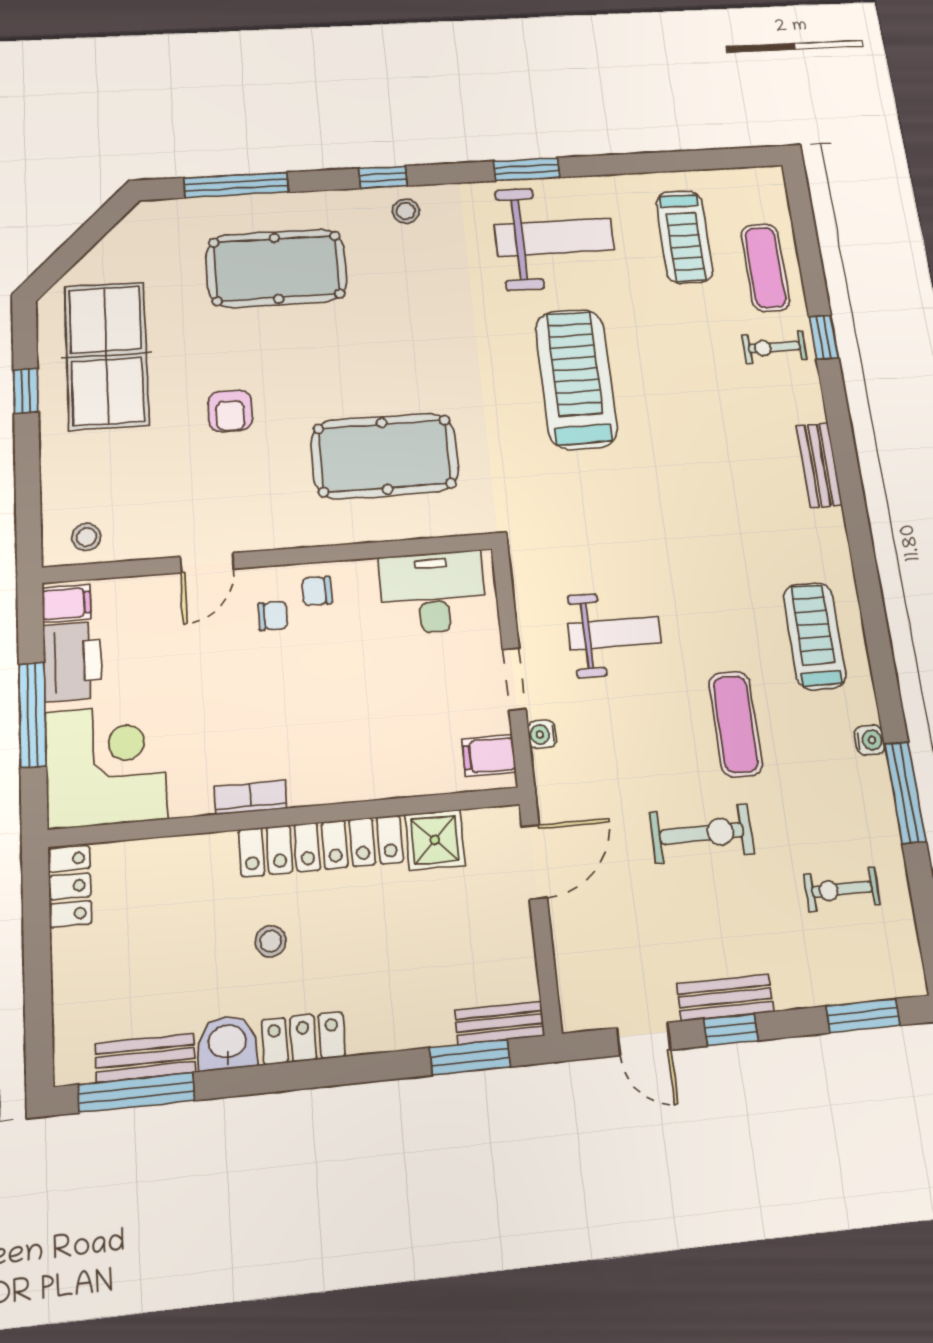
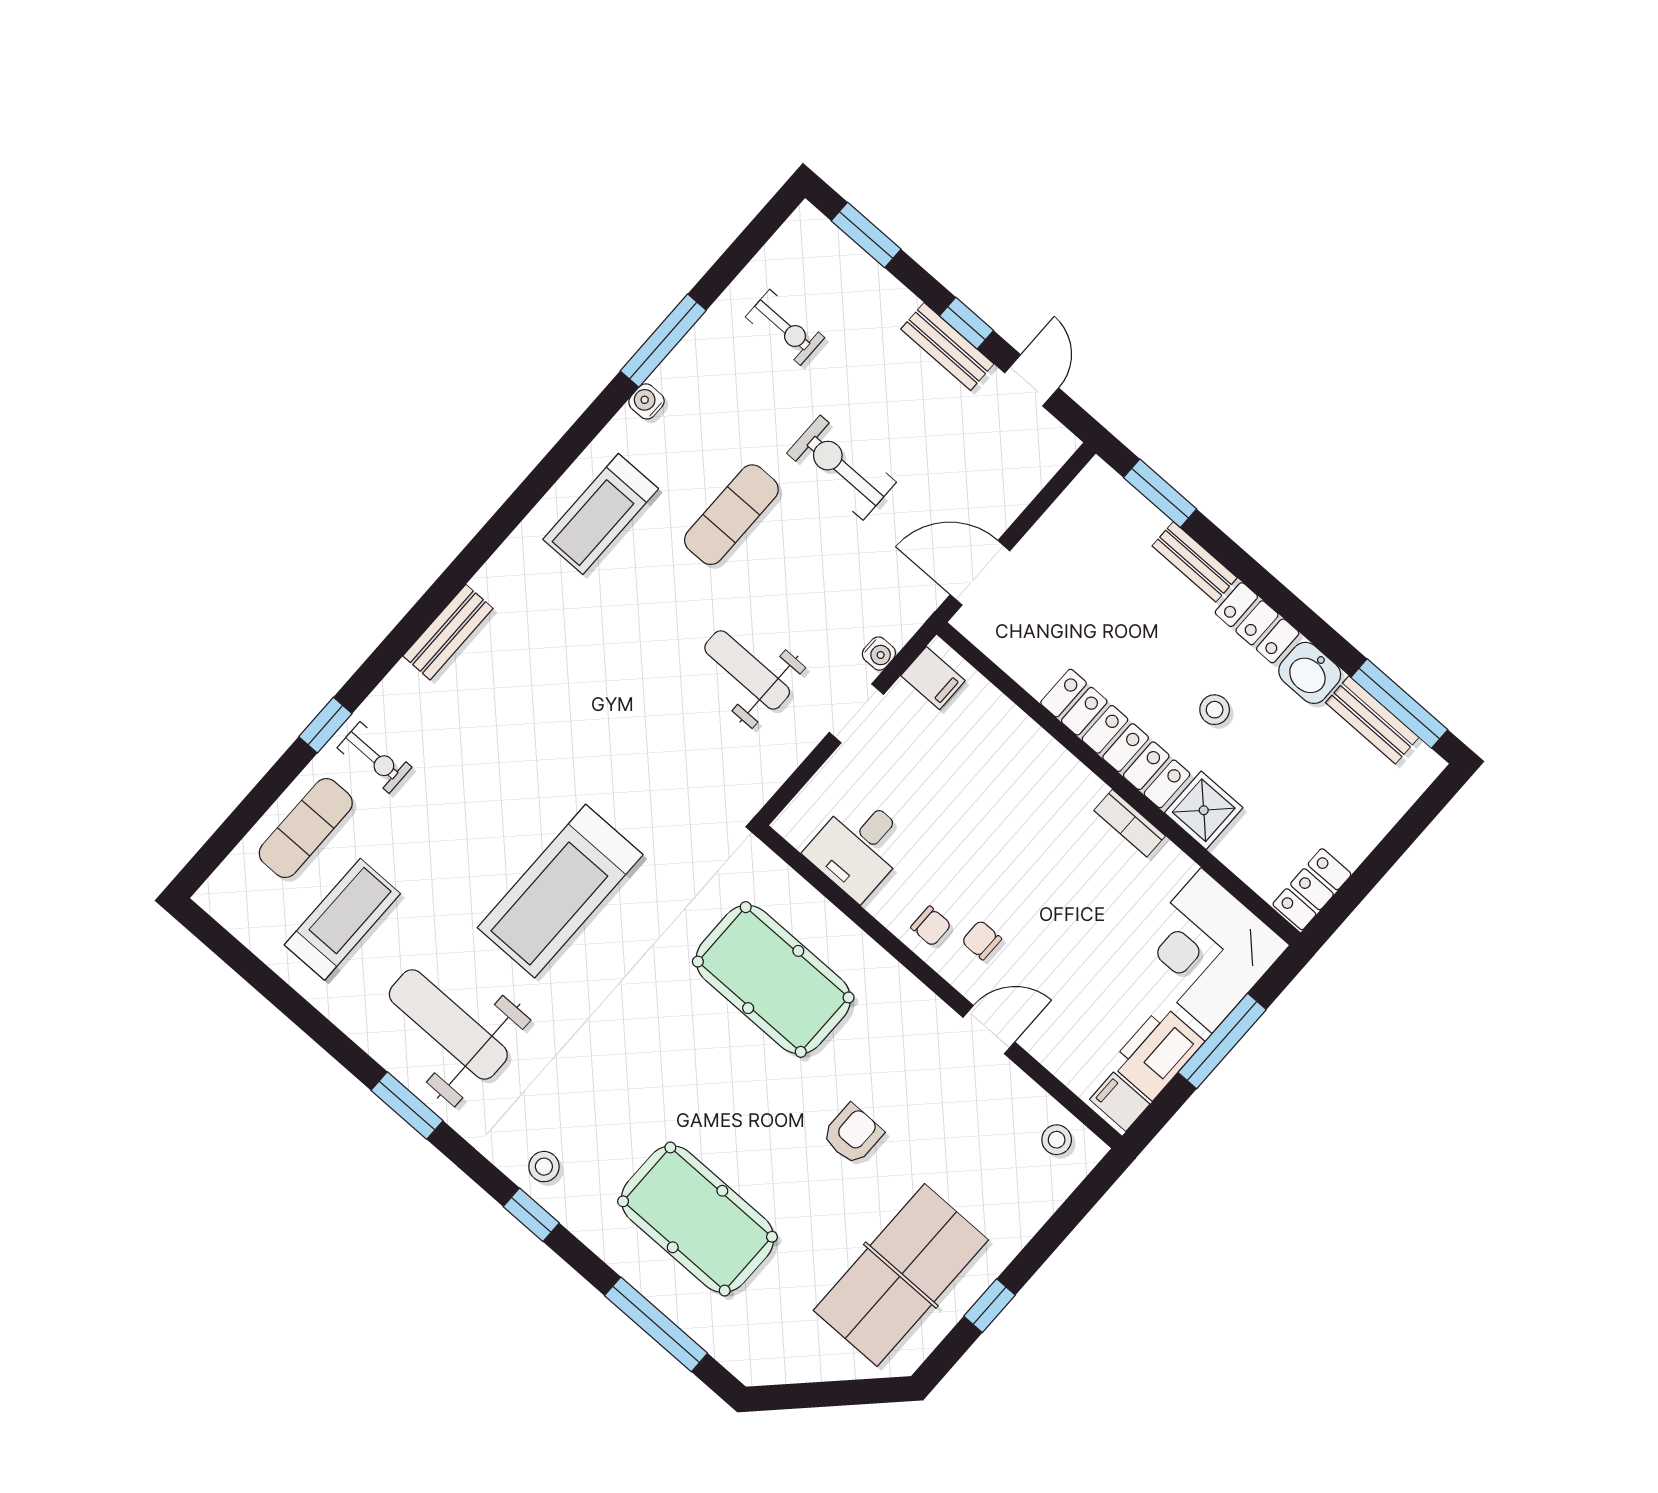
desk: (433, 592) -> (859, 847), width x0.73
shower: (435, 840) -> (1204, 810), moved
bench: (500, 1023) -> (1195, 562), moved

